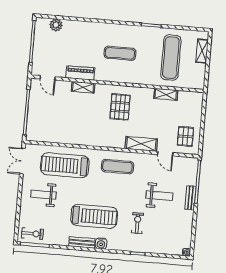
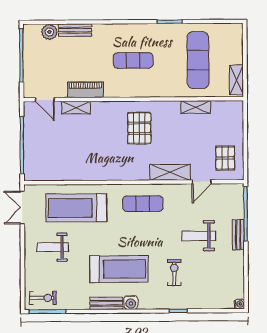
bench: (76, 25) -> (75, 30), added
shelving: (202, 51) -> (236, 80), moved
shelving: (83, 87) -> (76, 108), moved
door: (165, 154) -> (202, 182), hinge flipped
weight bench: (159, 196) -> (199, 236), turned 180

